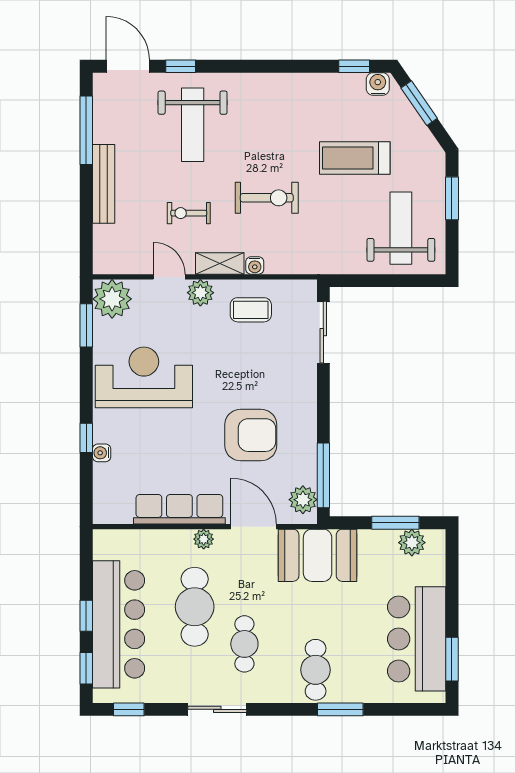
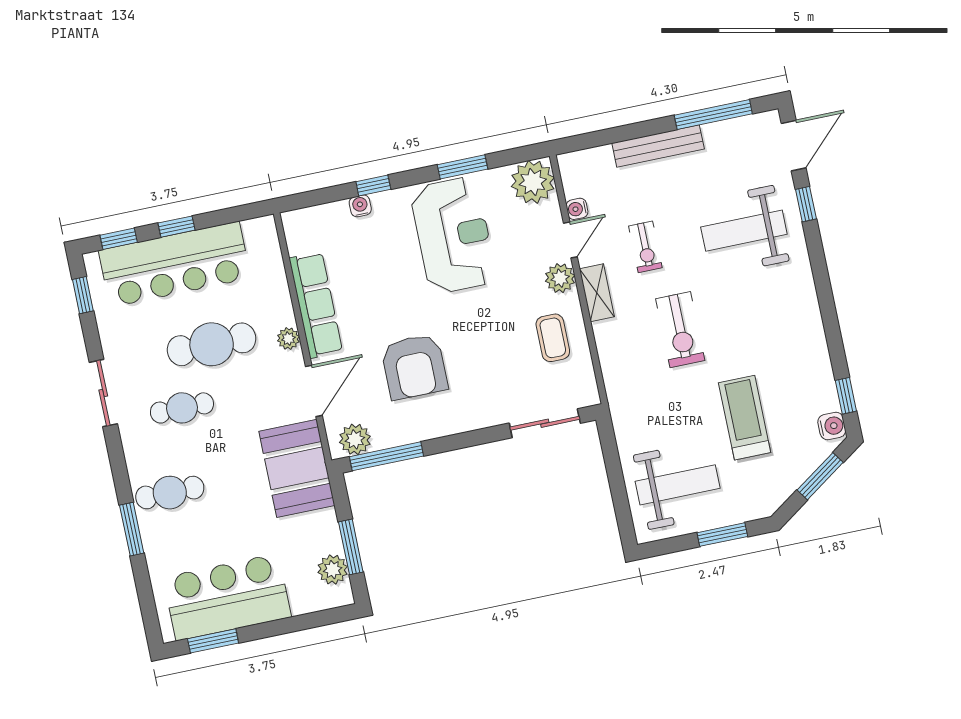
exercise bike: (189, 213) -> (645, 247), turned 180
water cooler: (255, 265) -> (577, 209), moved
window: (86, 325) -> (463, 167), moved

